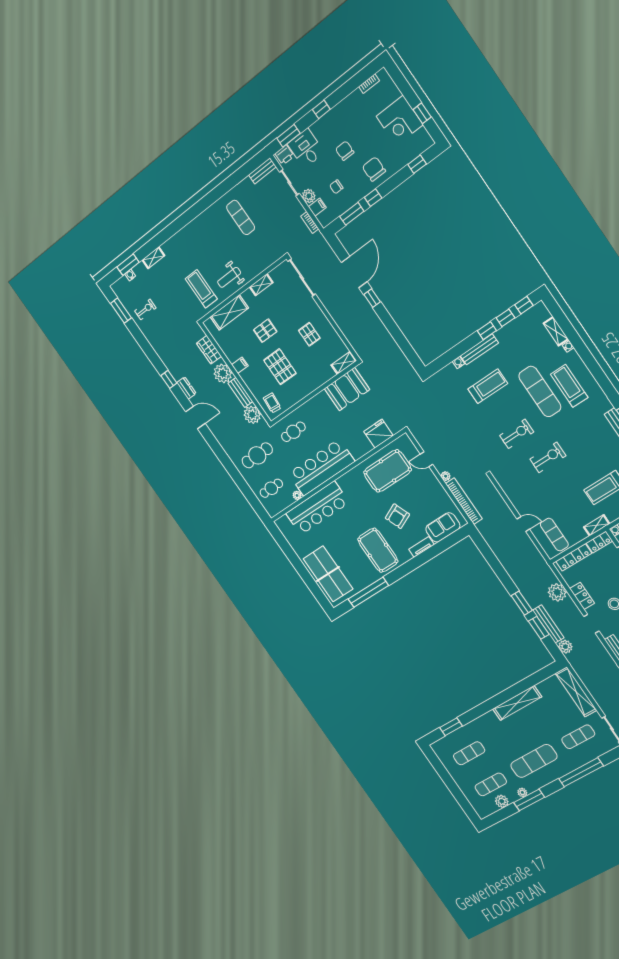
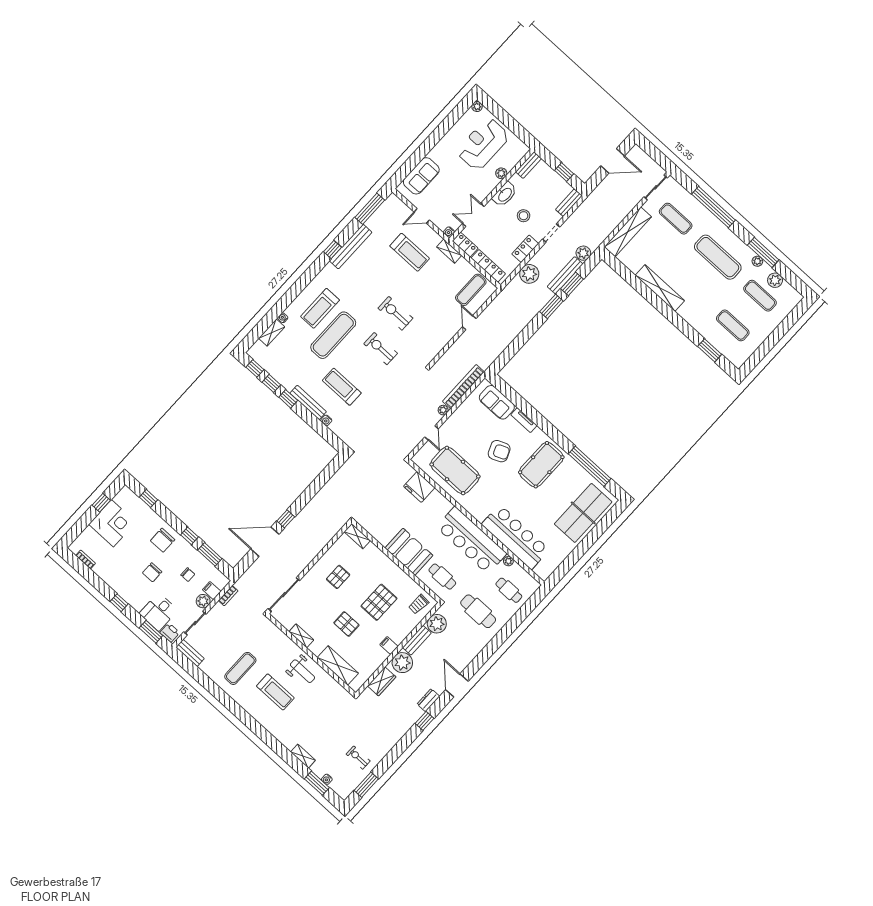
treadmill: (201, 289) -> (275, 692), moved, turned -90
booth: (347, 389) -> (409, 552), moved

